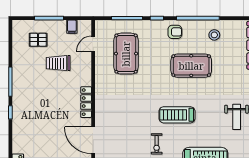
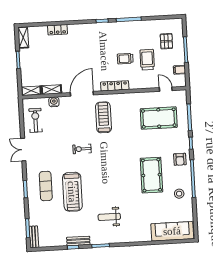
trolley: (55, 88) -> (125, 59), added
treadmill: (177, 115) -> (103, 117), moved

